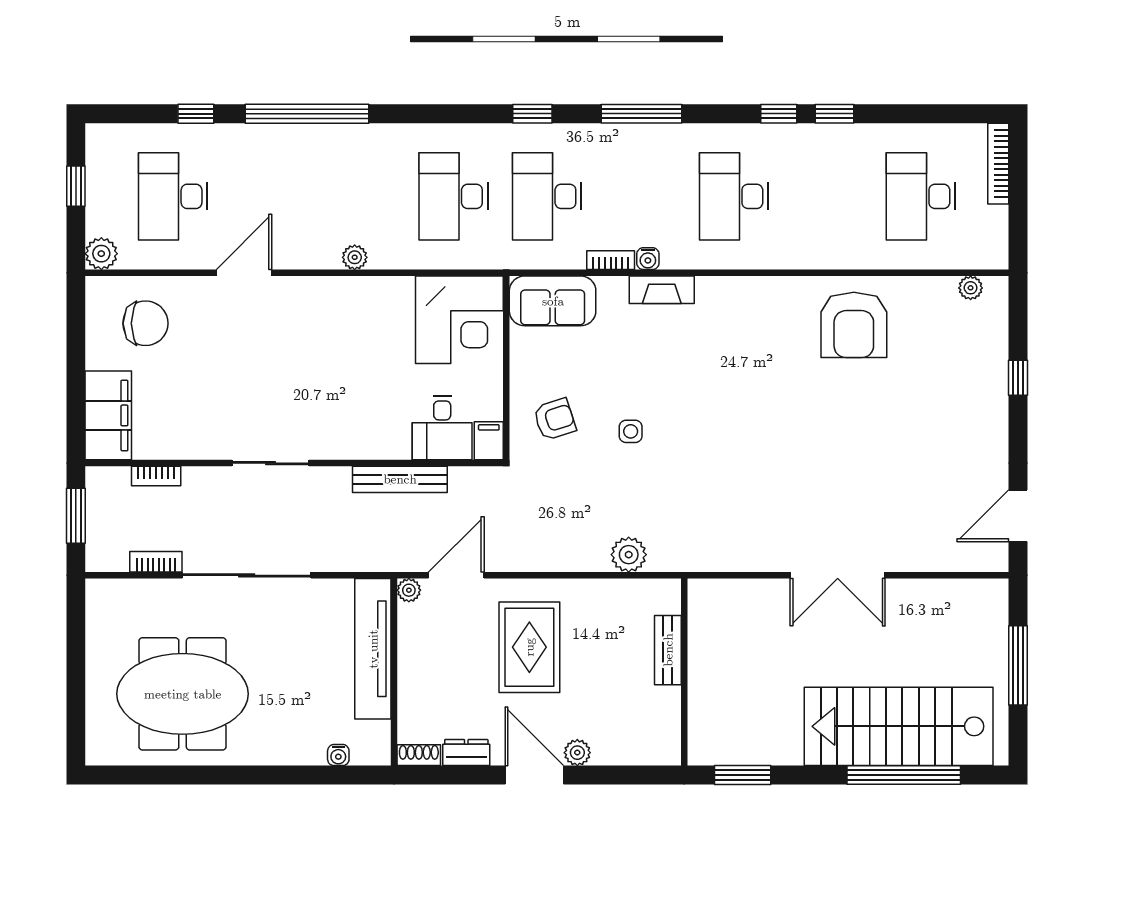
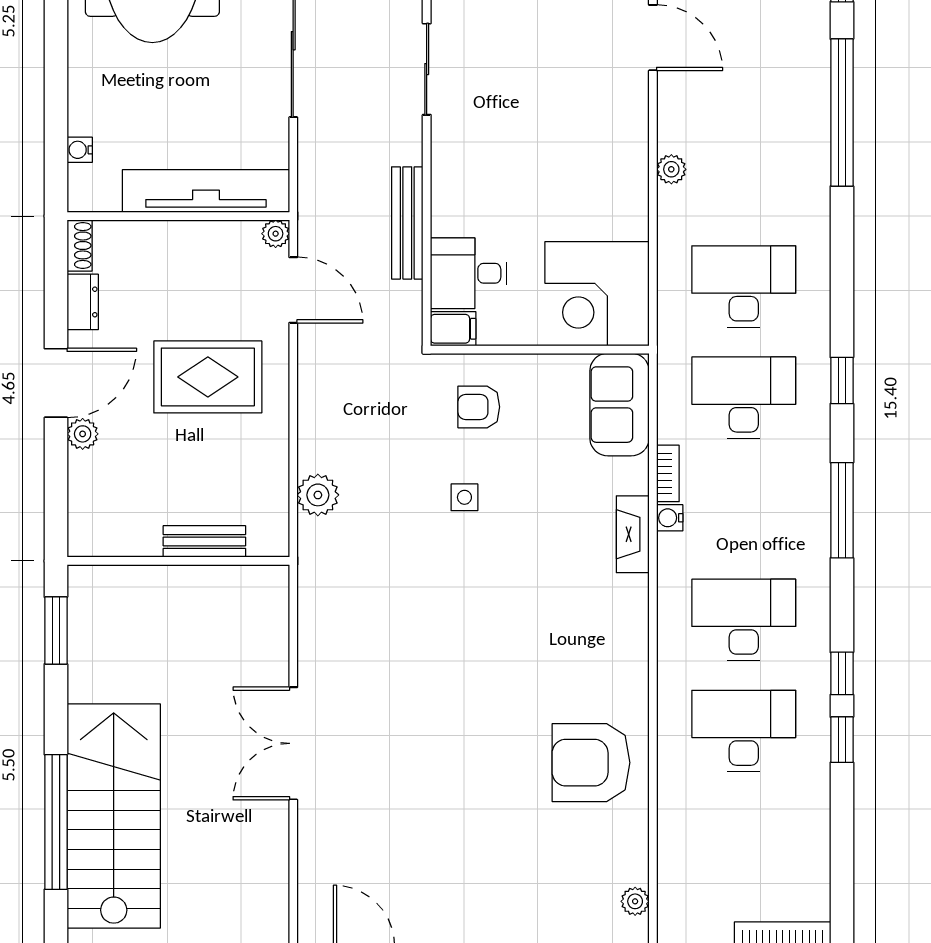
desk: (921, 196) -> (744, 731), moved
armchair: (555, 419) -> (479, 407), turned 108

